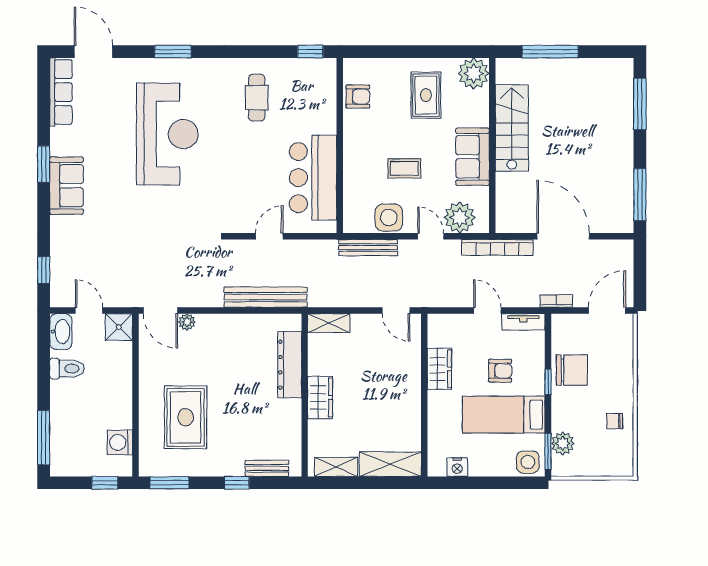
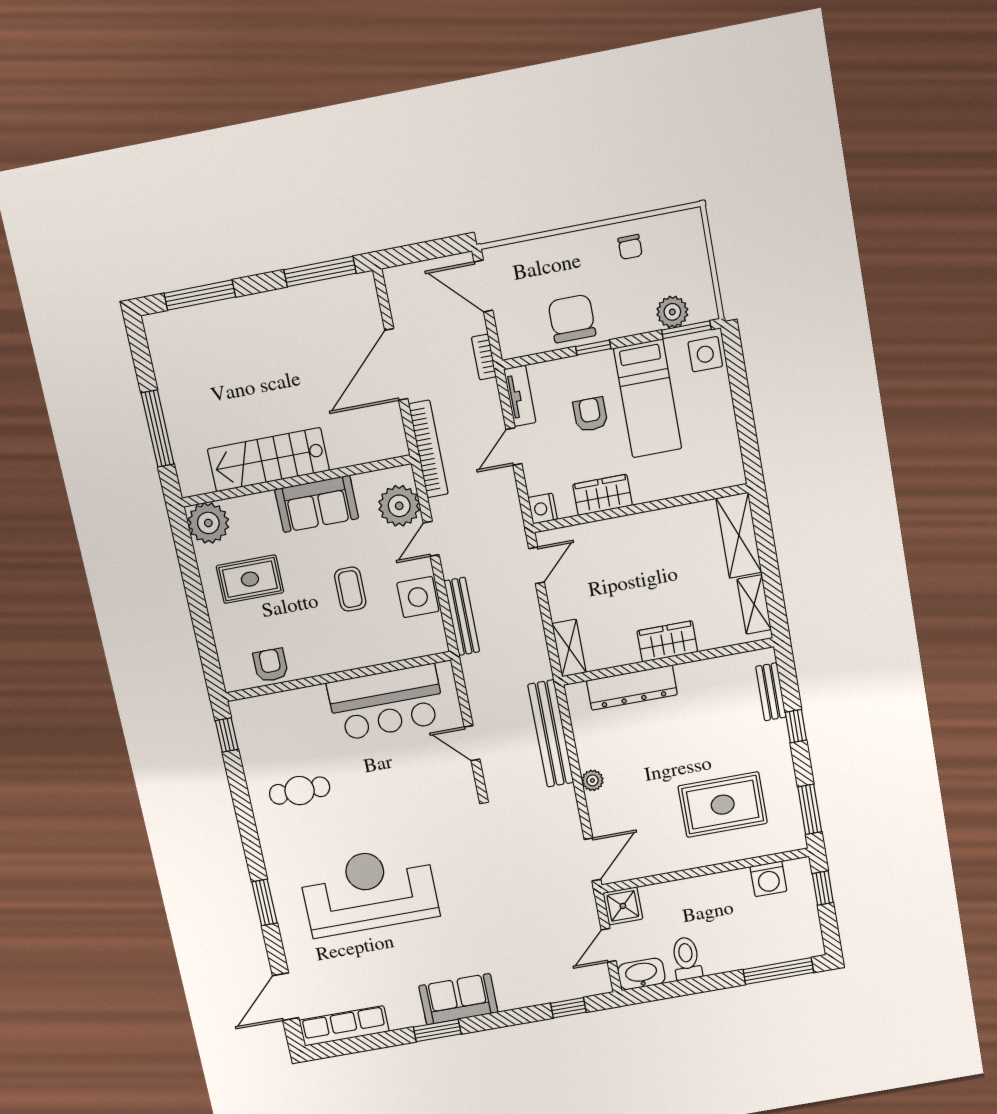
plant: (187, 322) -> (592, 780), moved
nightstand: (457, 467) -> (543, 509), moved, turned 180

